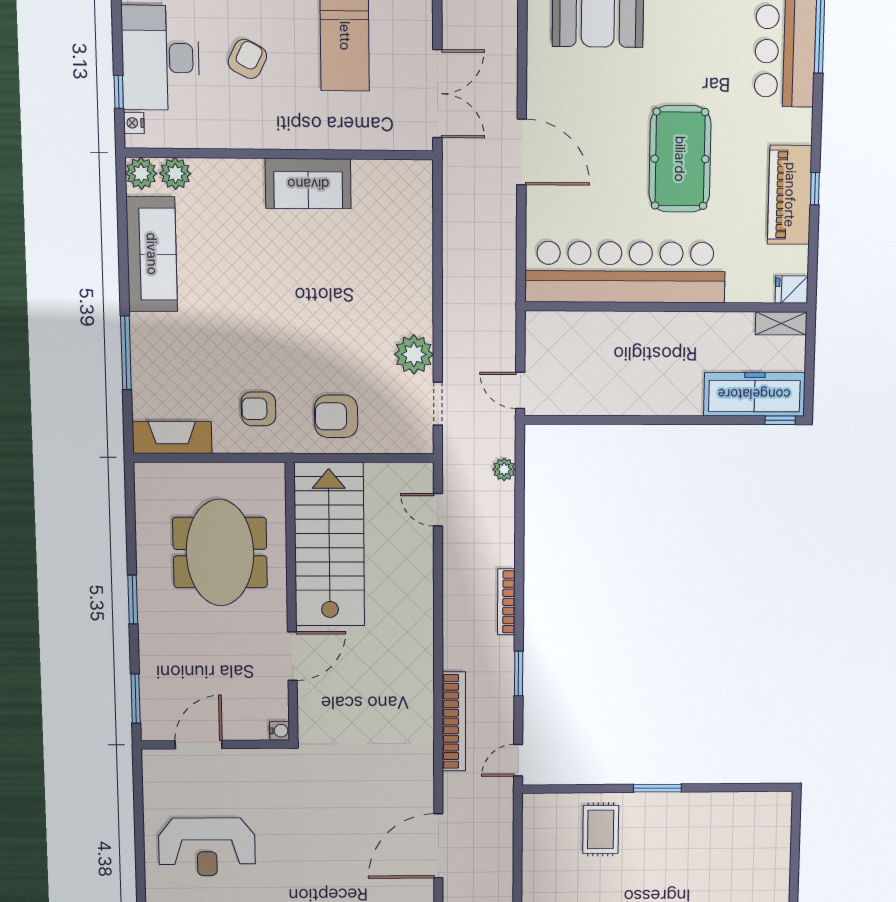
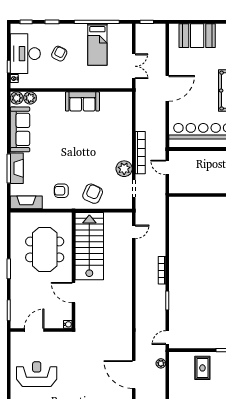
double door: (437, 94) -> (134, 66), width x0.73
door: (522, 152) -> (167, 88), hinge flipped
fireplace: (146, 352) -> (17, 168), added
door: (520, 390) -> (167, 168), moved
armchair: (336, 416) -> (93, 194), turned 114
plant: (504, 469) -> (161, 363), moved
door: (438, 510) -> (134, 232), swing flipped
door: (292, 656) -> (73, 293), swing flipped
bookcase: (454, 721) -> (140, 153), moved
door: (438, 846) -> (134, 375), hinge flipped
reception desk: (207, 847) -> (37, 374), turned 180

